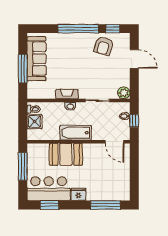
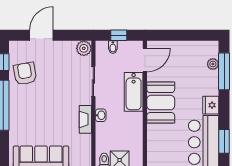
armchair: (104, 46) -> (25, 74), turned -116
bathtub: (75, 133) -> (134, 92), moved
booth: (66, 154) -> (161, 103), moved
plant: (111, 196) -> (213, 64), added

